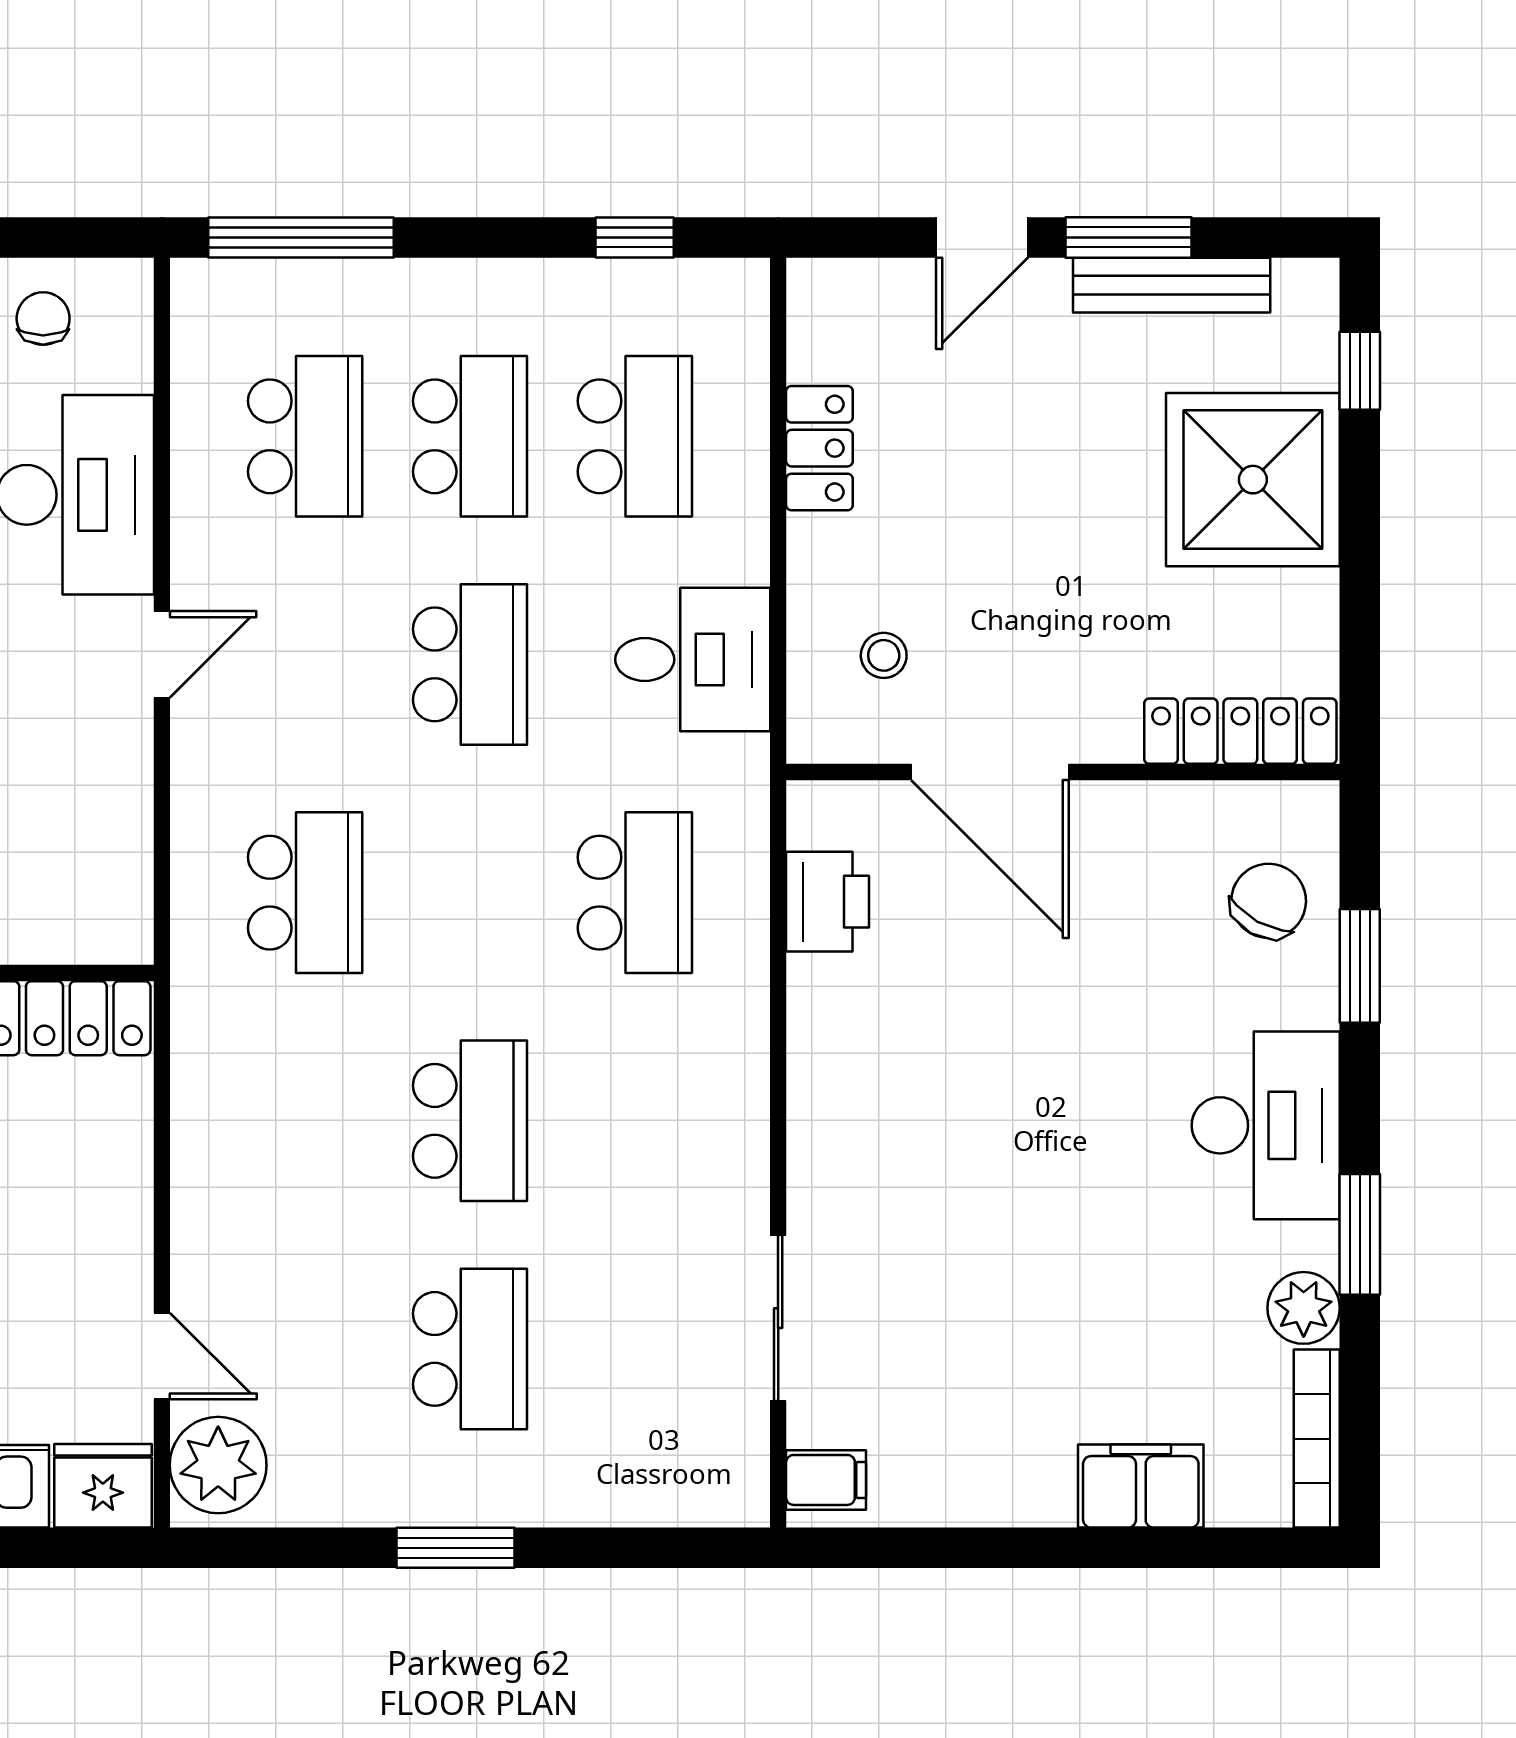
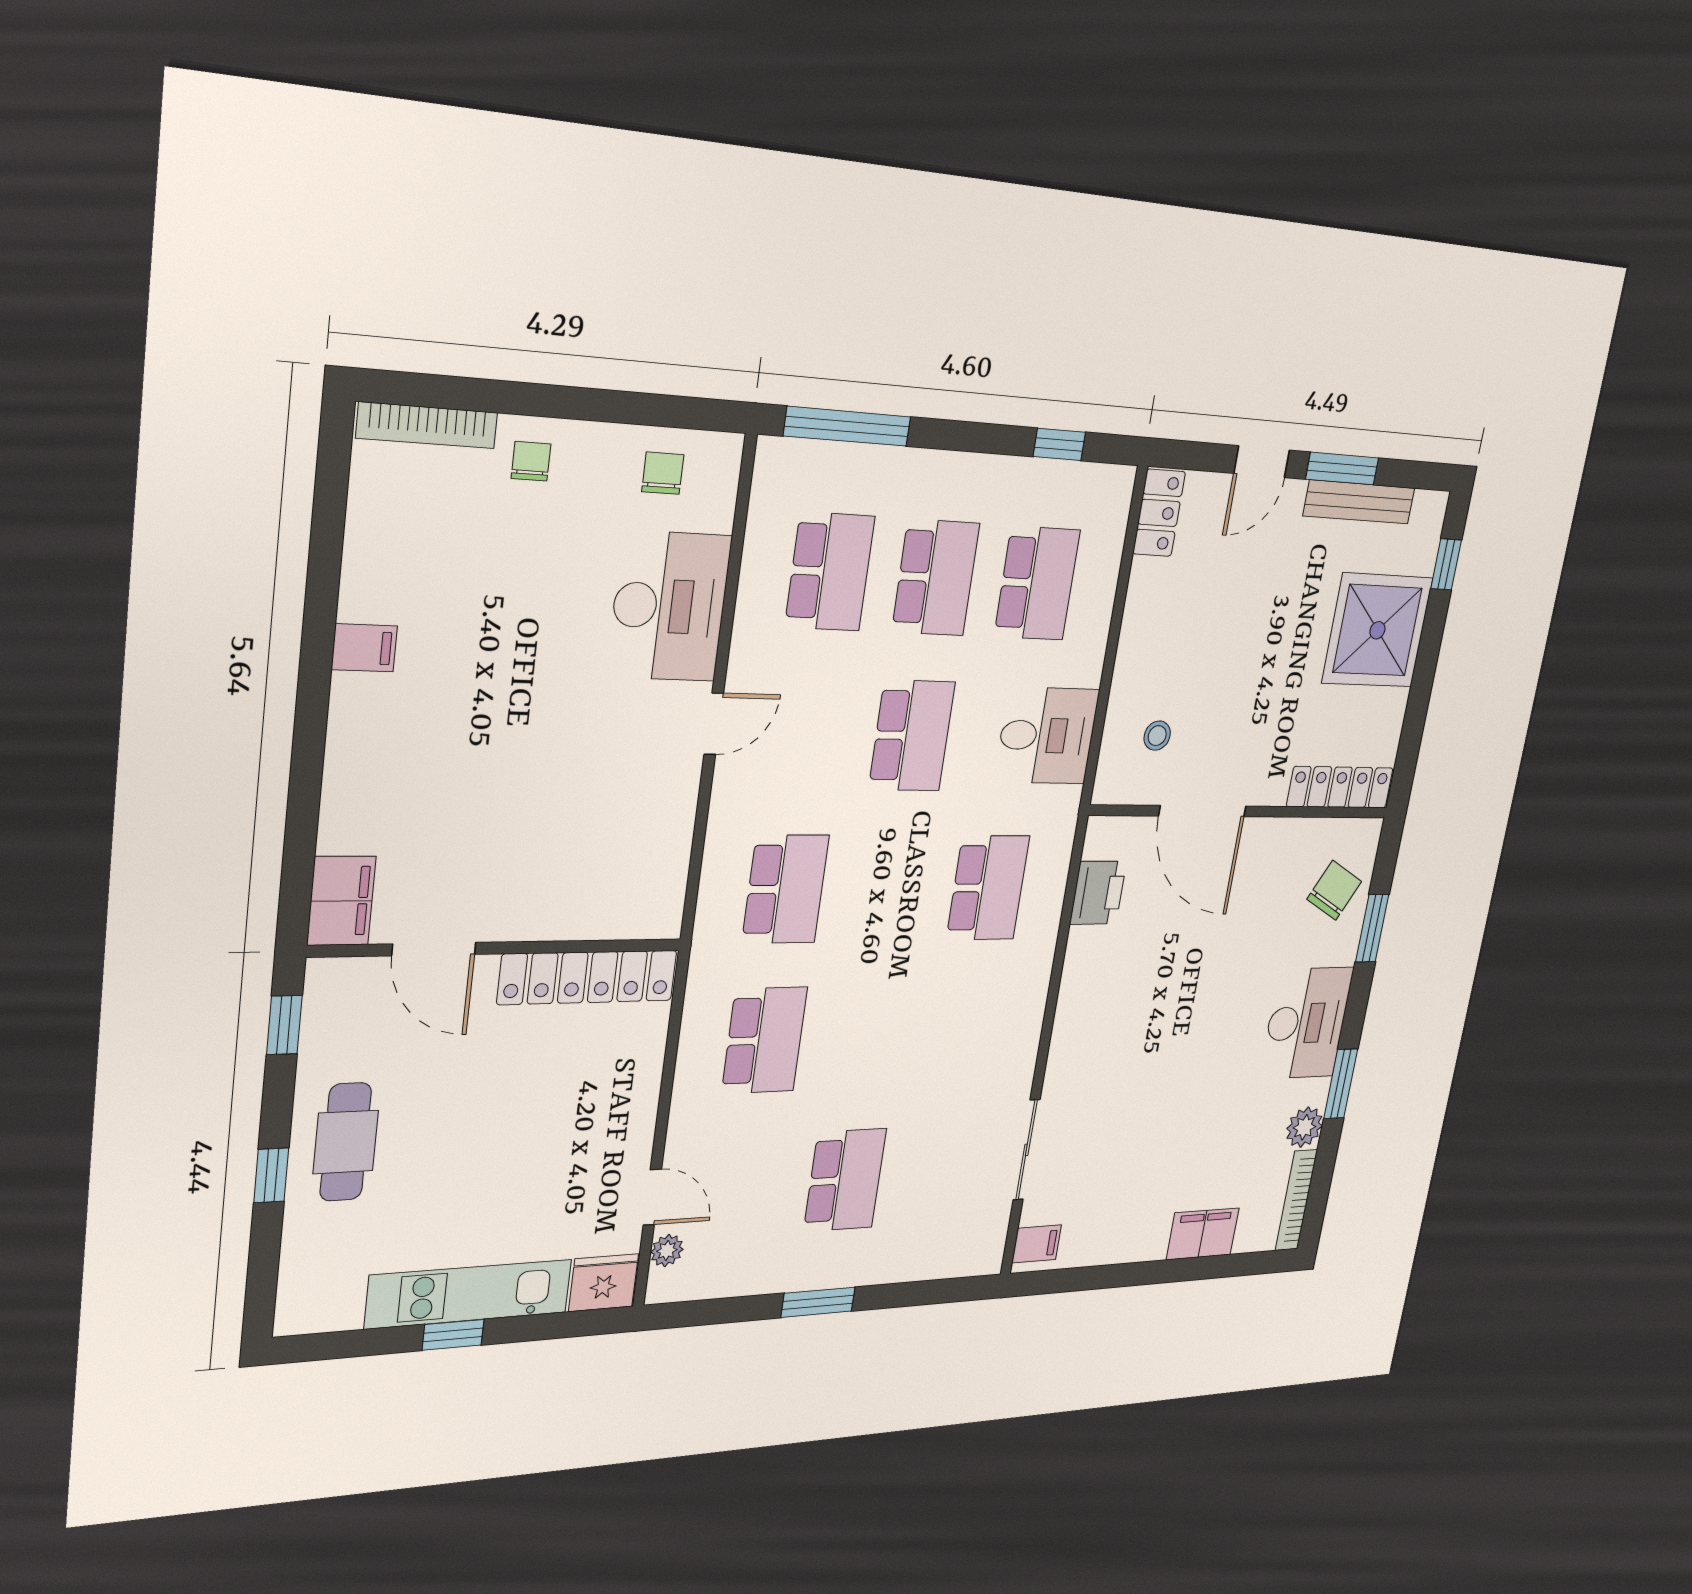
locker: (819, 448) -> (1159, 513), moved
school desk: (470, 1121) -> (764, 1040), moved
plant: (218, 1465) -> (667, 1251), width x0.53, depth x0.53

